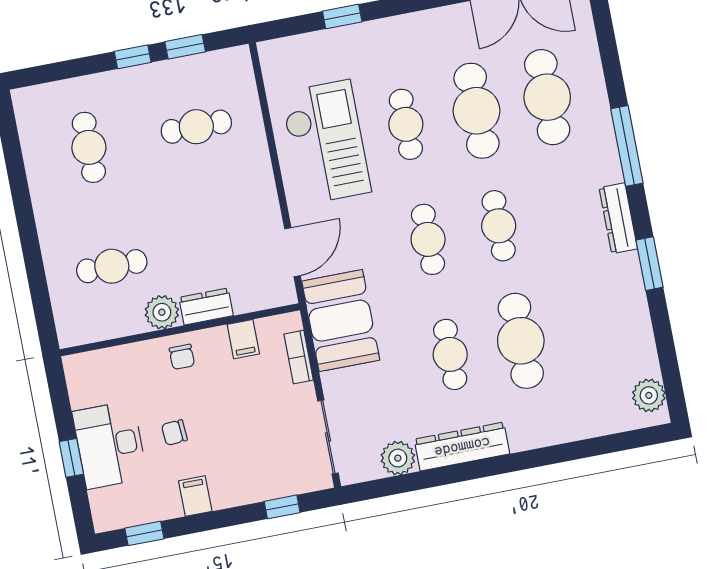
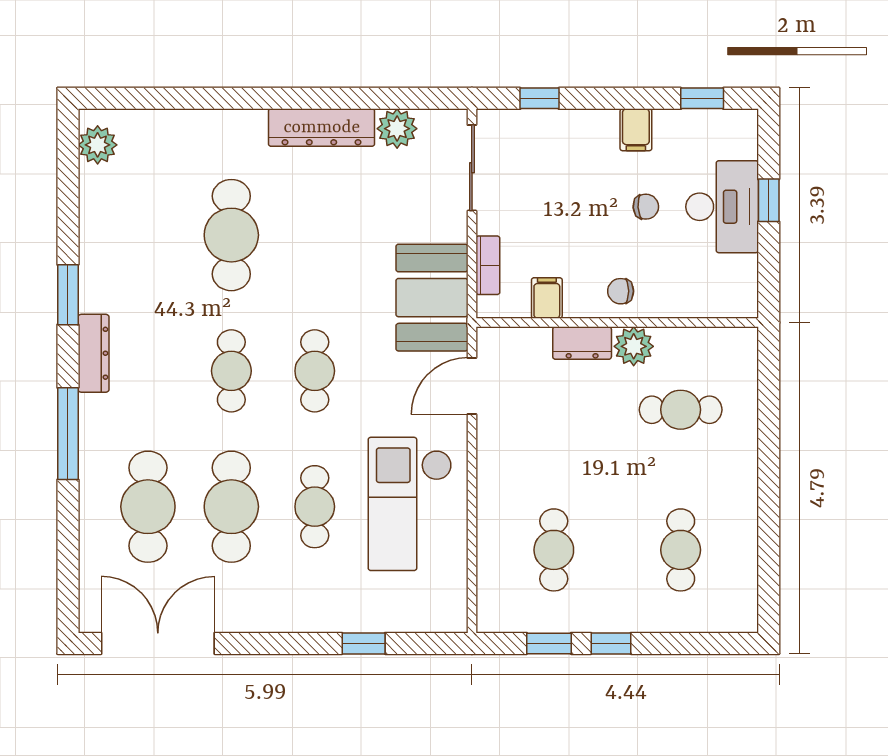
cafe table: (196, 127) -> (554, 550), turned 90
cafe table: (450, 354) -> (315, 235), removed
chair: (182, 357) -> (621, 291), turned -90

